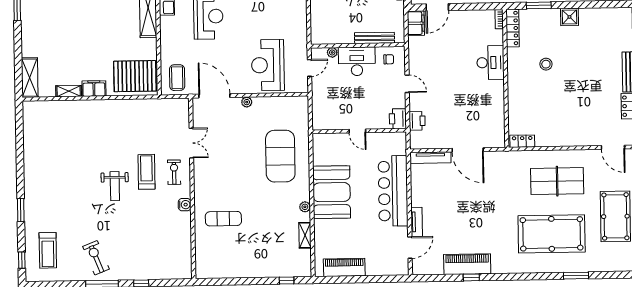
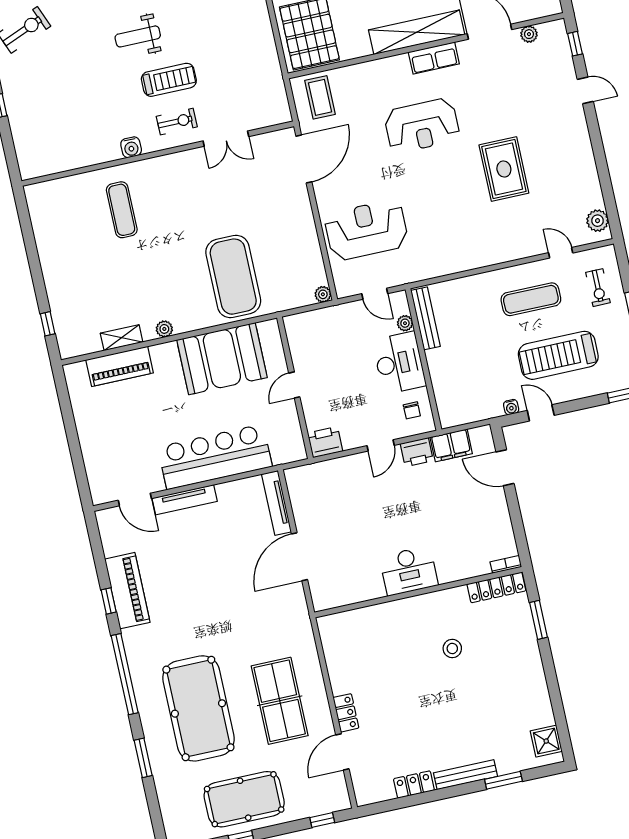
shower: (569, 17) -> (546, 741), moved
filing cabinet: (416, 23) -> (451, 445), moved
bench: (374, 38) -> (426, 318), moved
desk: (490, 63) -> (409, 571), moved
coffee table: (177, 78) -> (320, 97), turned 90
plant: (247, 102) -> (323, 294), moved
printer: (417, 121) -> (417, 452), moved
locker: (522, 141) -> (346, 713), moved
door: (613, 147) -> (342, 752), moved
exercise mat: (280, 156) -> (233, 277), turned 90
booth: (332, 192) -> (222, 359), moved
tv unit: (417, 222) -> (185, 500), width x1.41
piano: (344, 267) -> (120, 366), moved, turned 90
window: (520, 277) -> (125, 674), added

